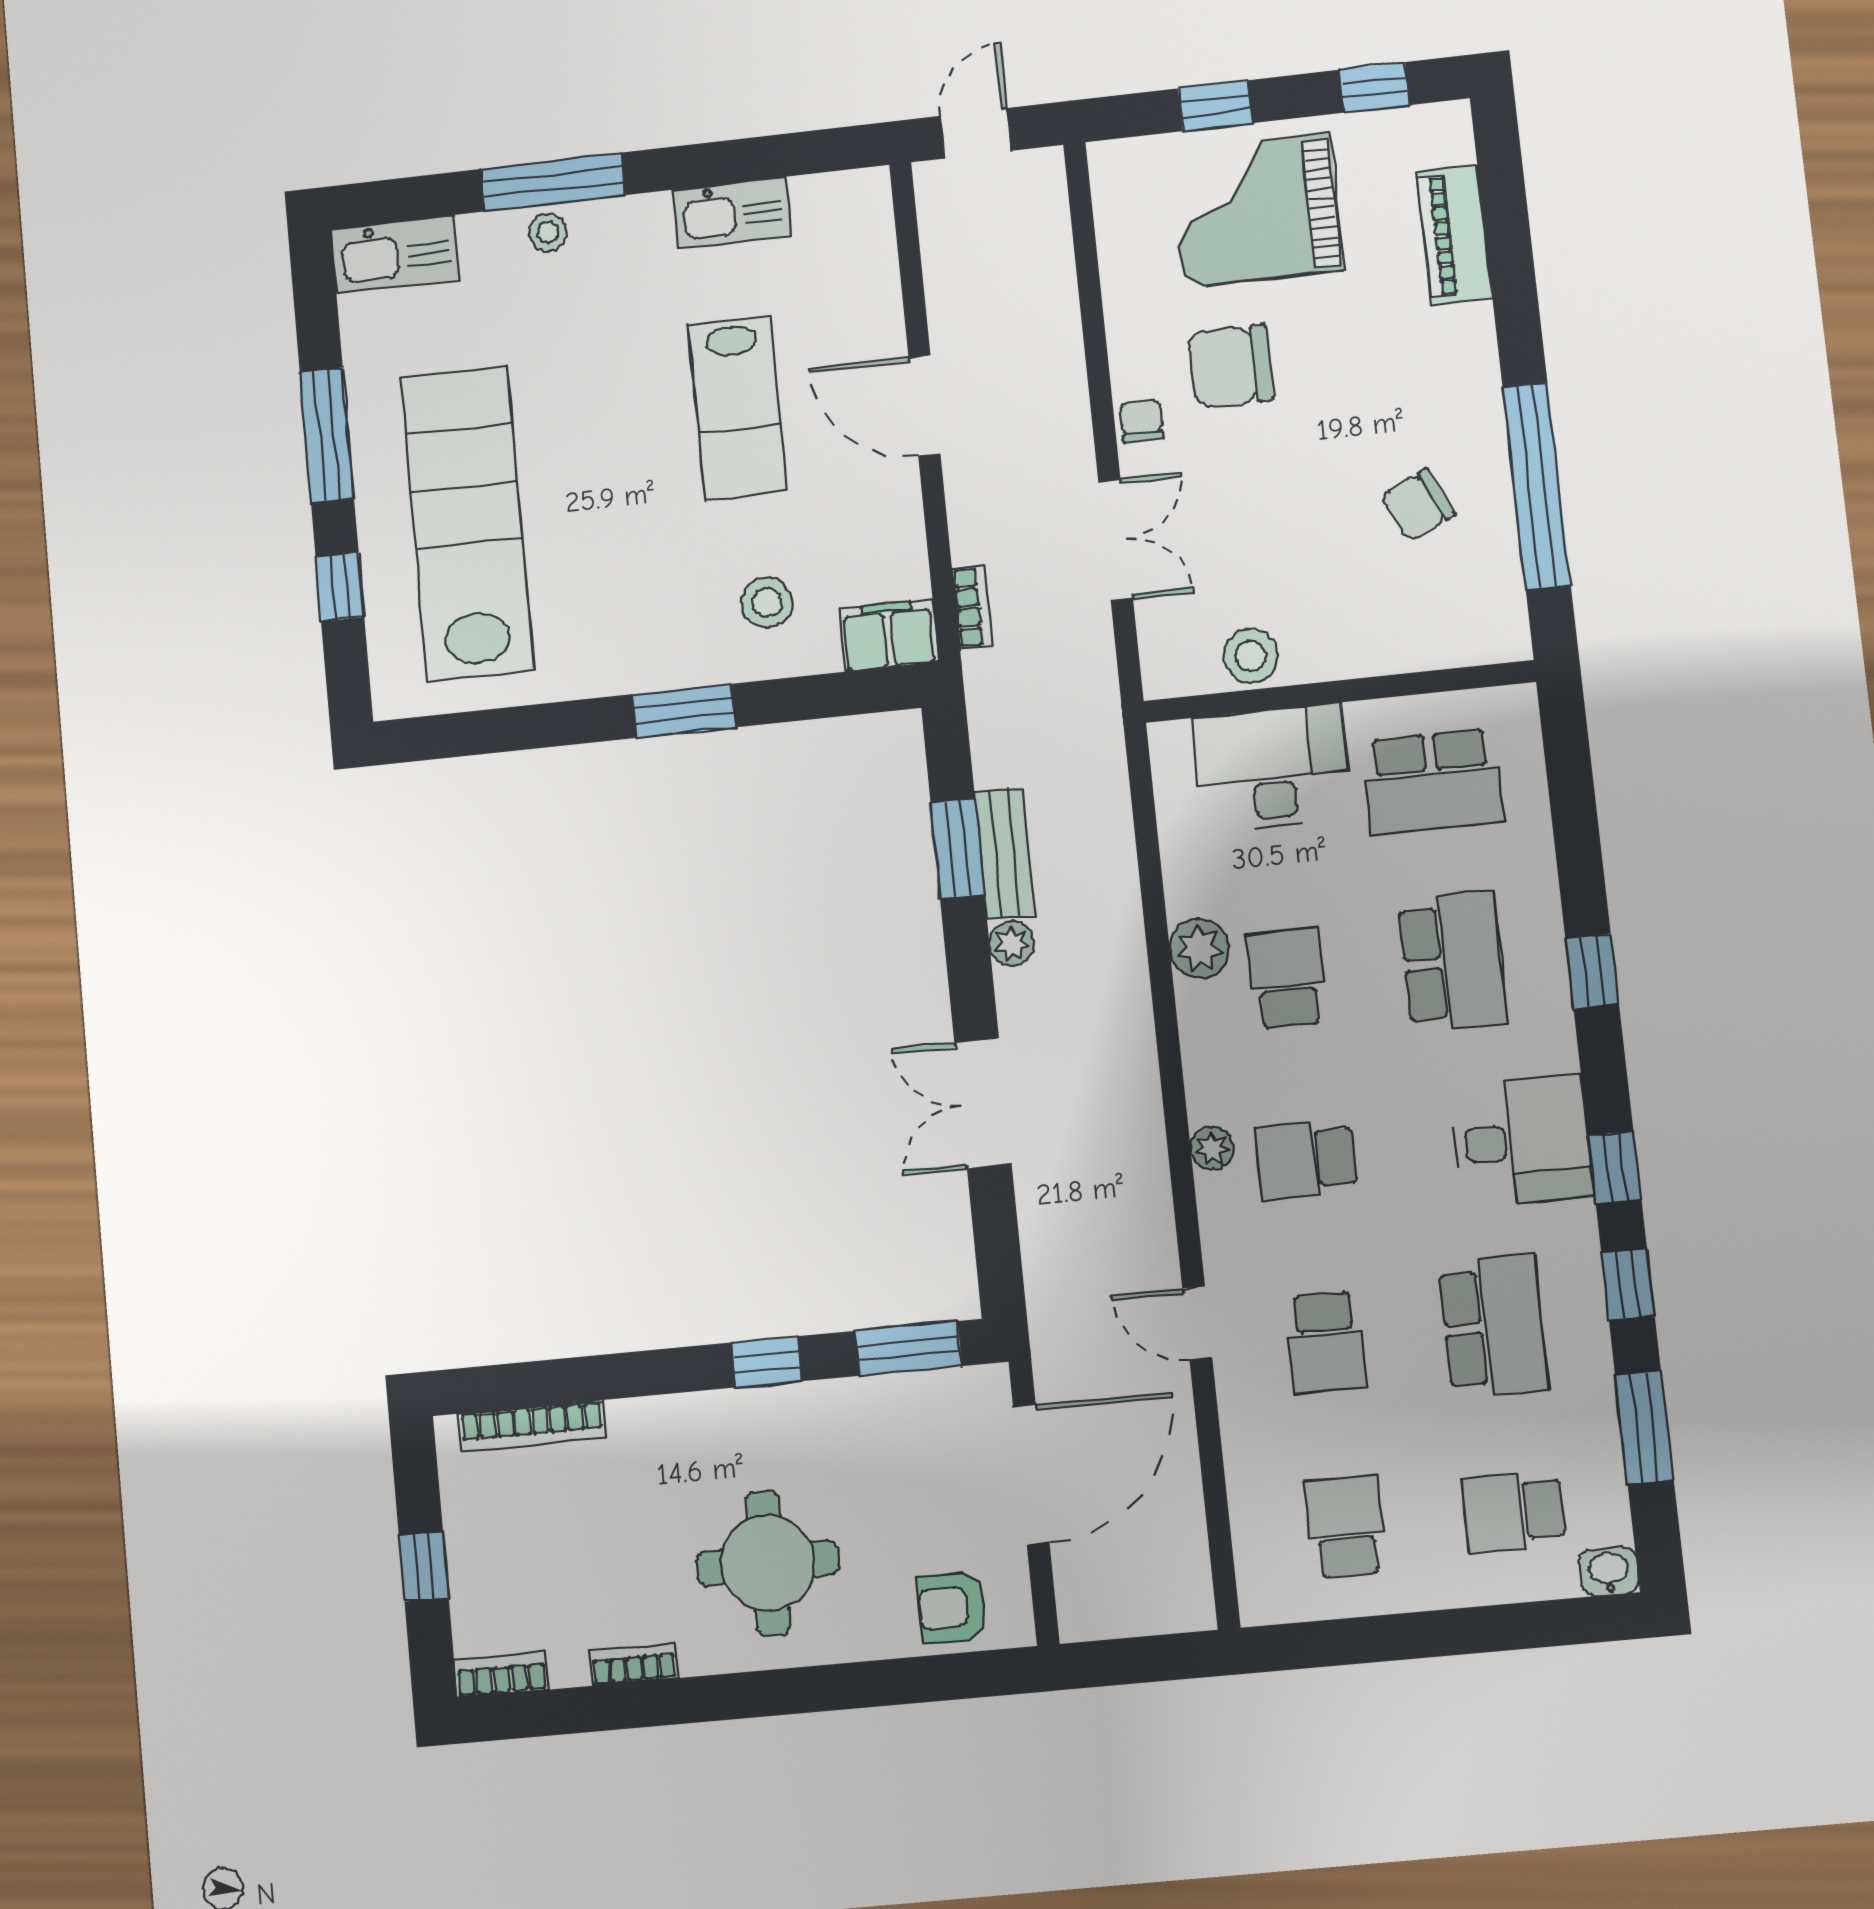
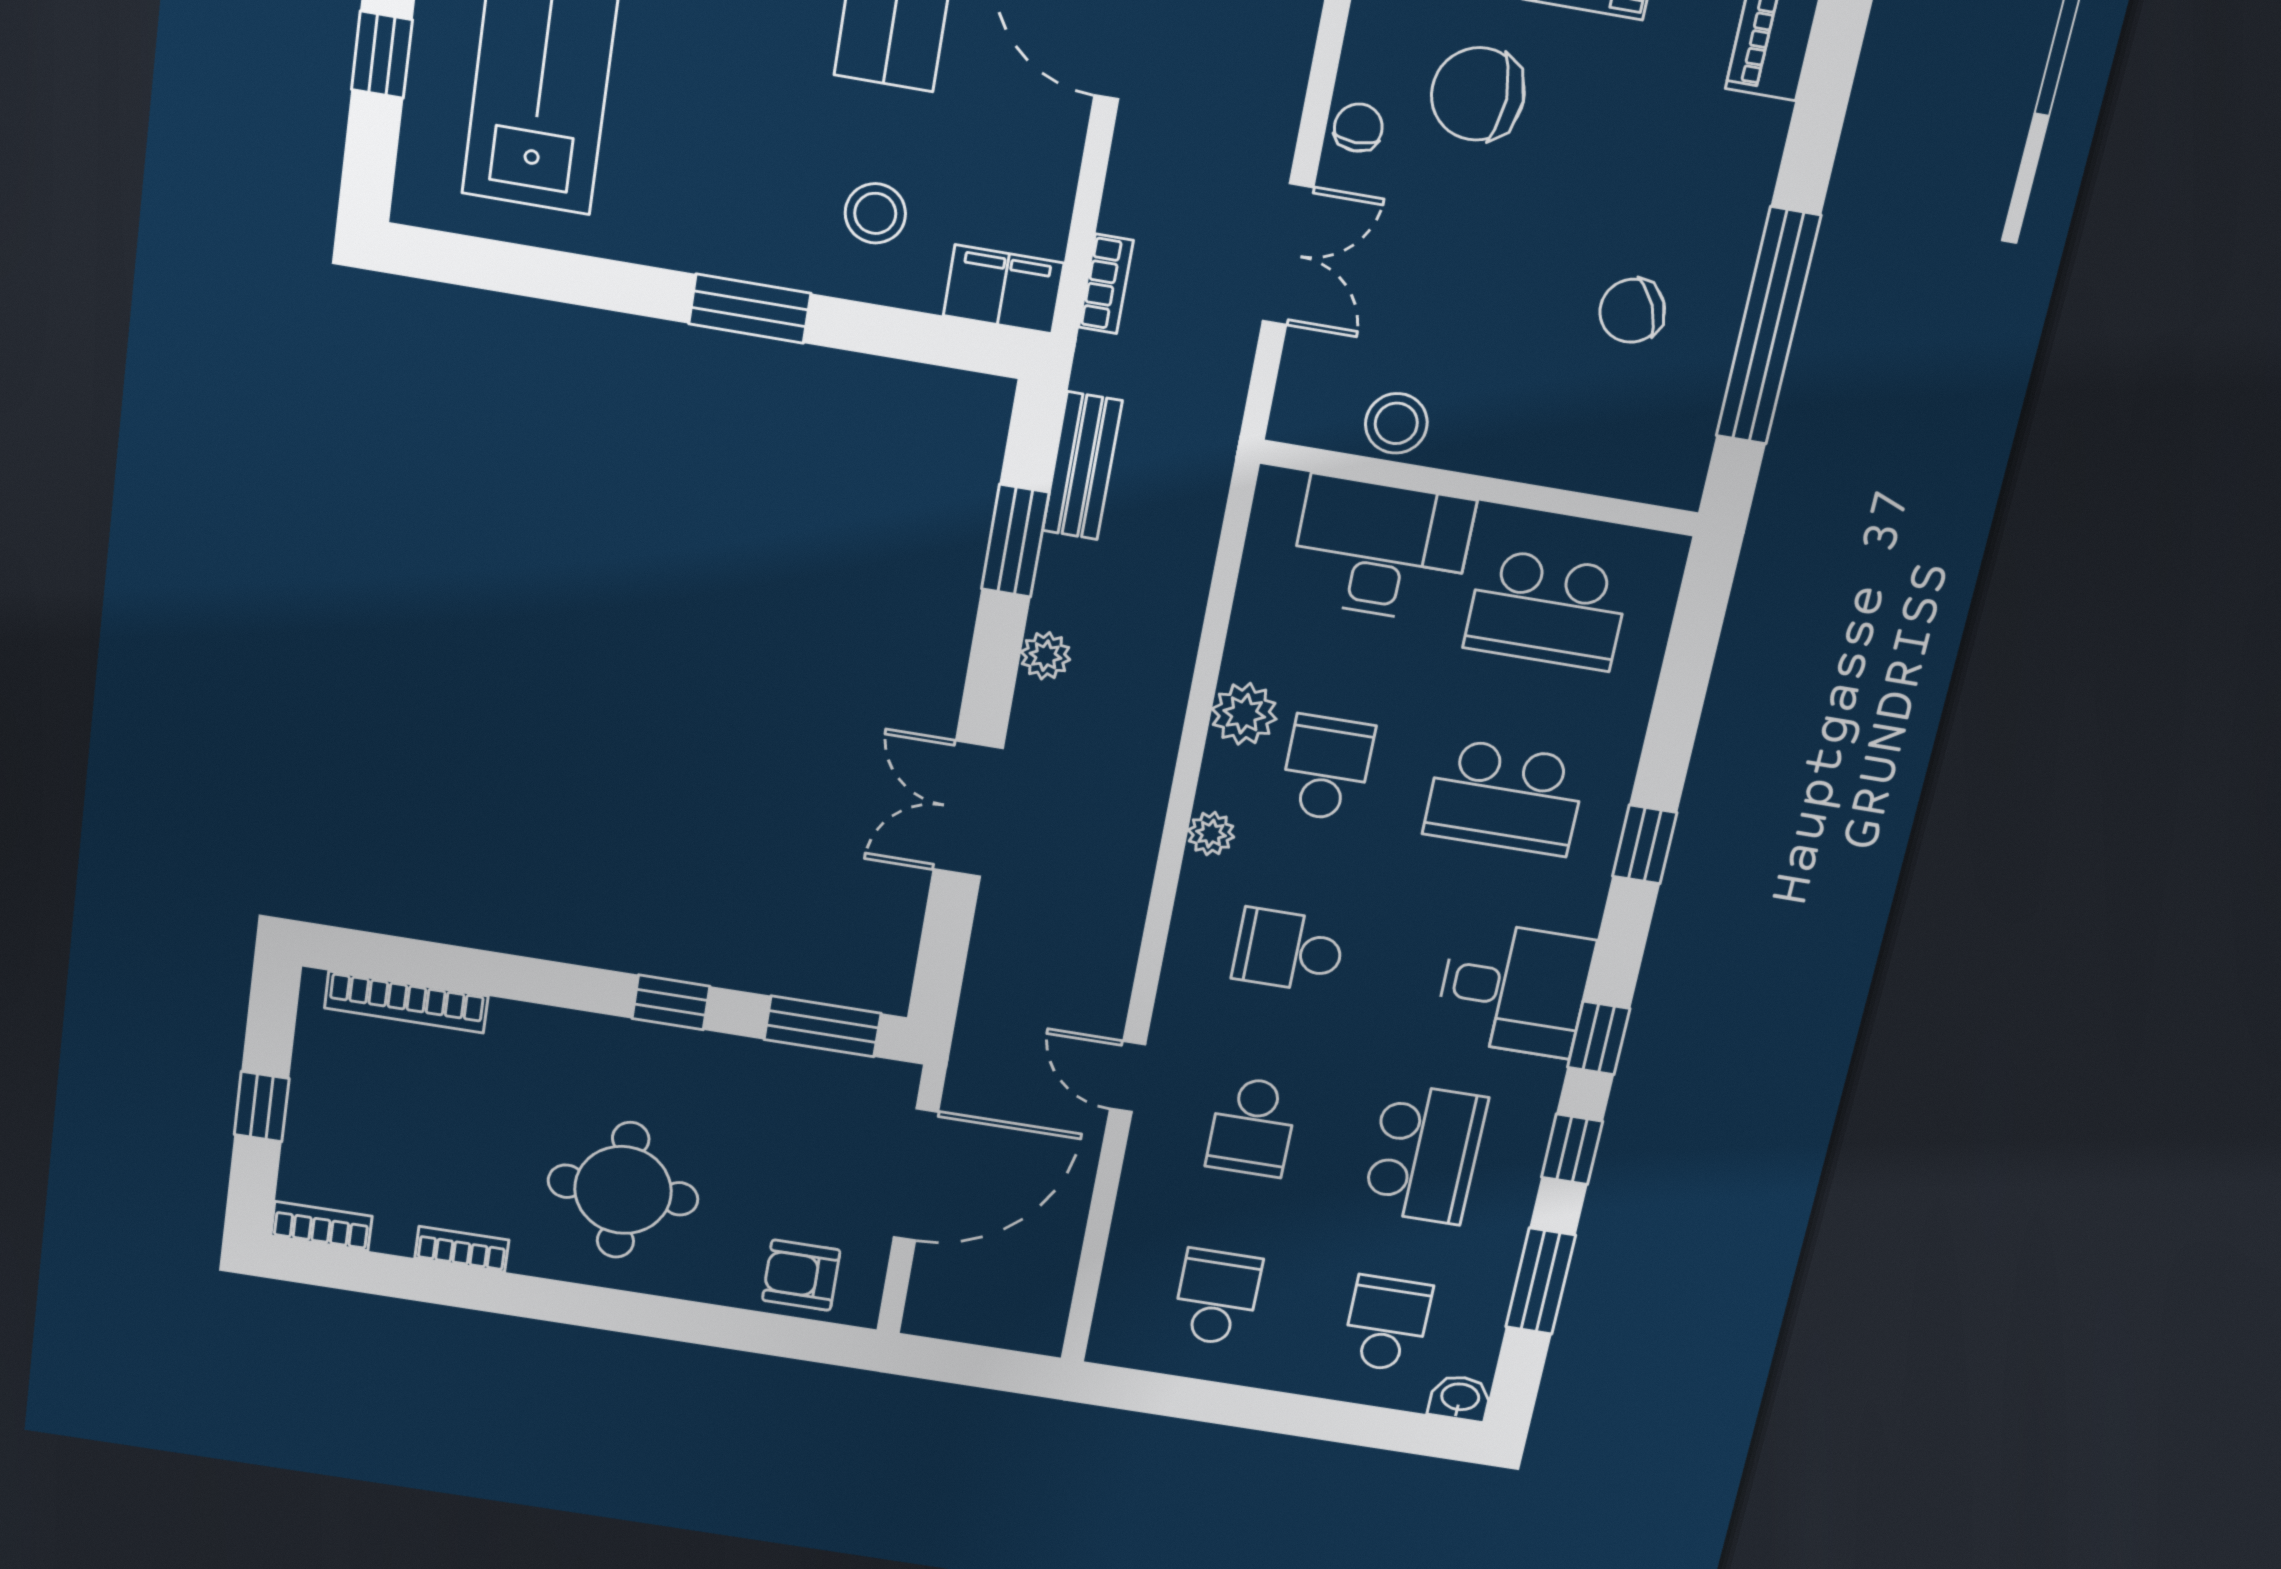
bench: (1005, 853) -> (1082, 466), moved
school desk: (1453, 962) -> (1505, 797), turned 90
plant: (1212, 1148) -> (1211, 834), moved
school desk: (1514, 1511) -> (1387, 1324), turned 90

